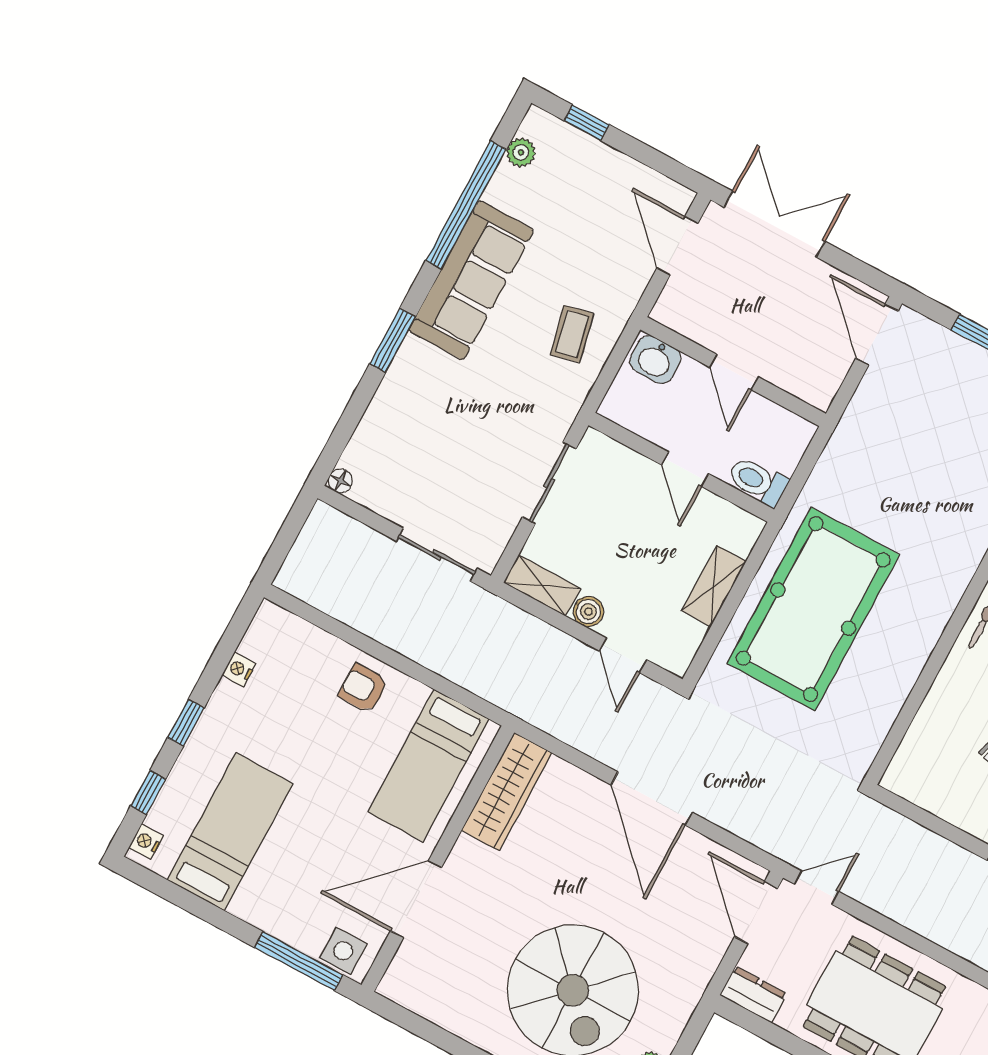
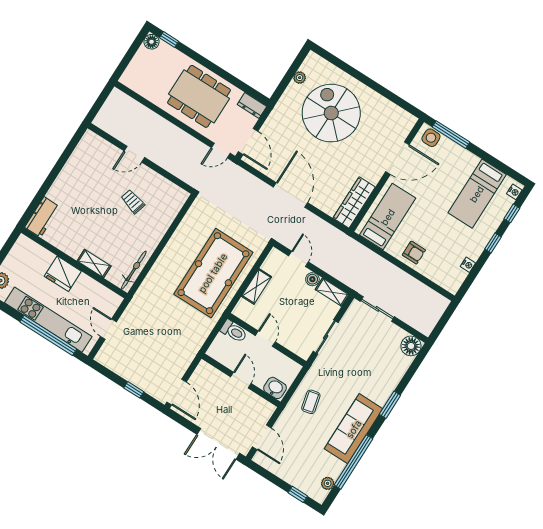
floor lamp: (340, 481) -> (411, 346), width x1.89, depth x1.89

